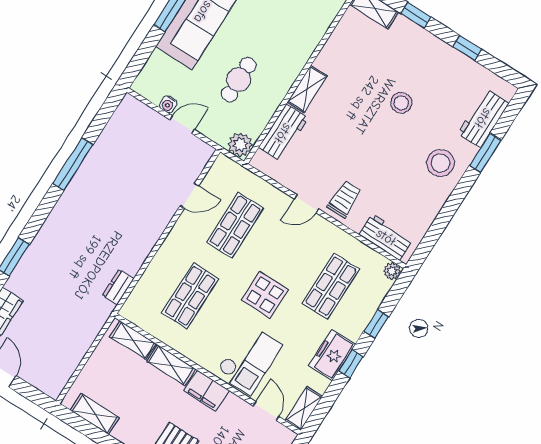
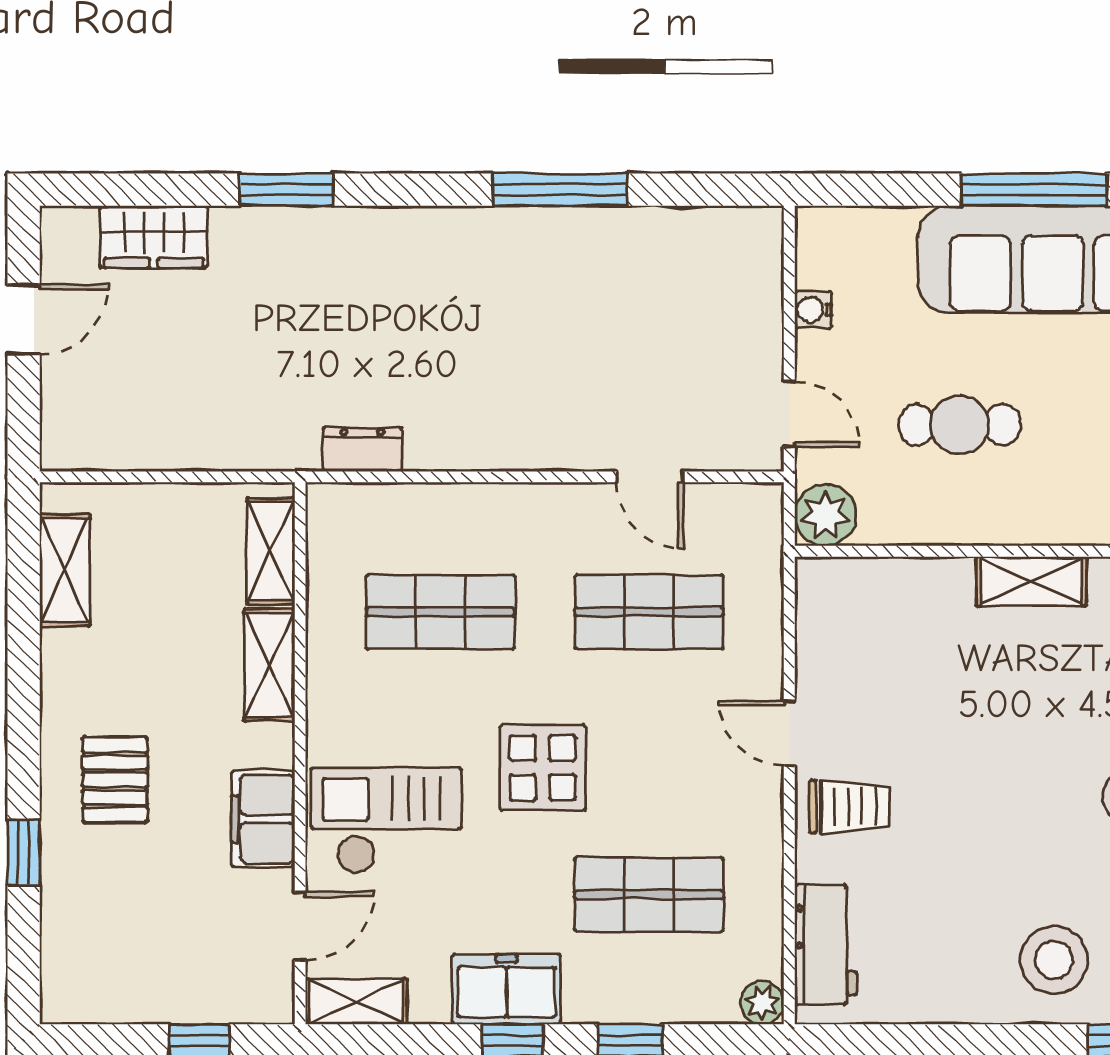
door: (182, 125) -> (789, 414), moved
workbench: (283, 133) -> (908, 590), removed
checkout: (249, 359) -> (386, 821), turned 180
filing cabinet: (206, 391) -> (263, 819), moved

